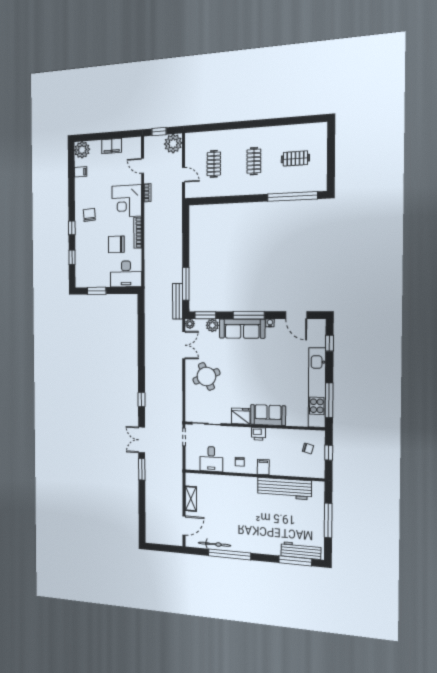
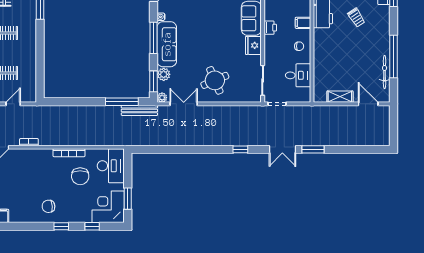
corner desk: (127, 201) -> (108, 207), moved, turned 180
trolley: (268, 521) -> (356, 18), added

